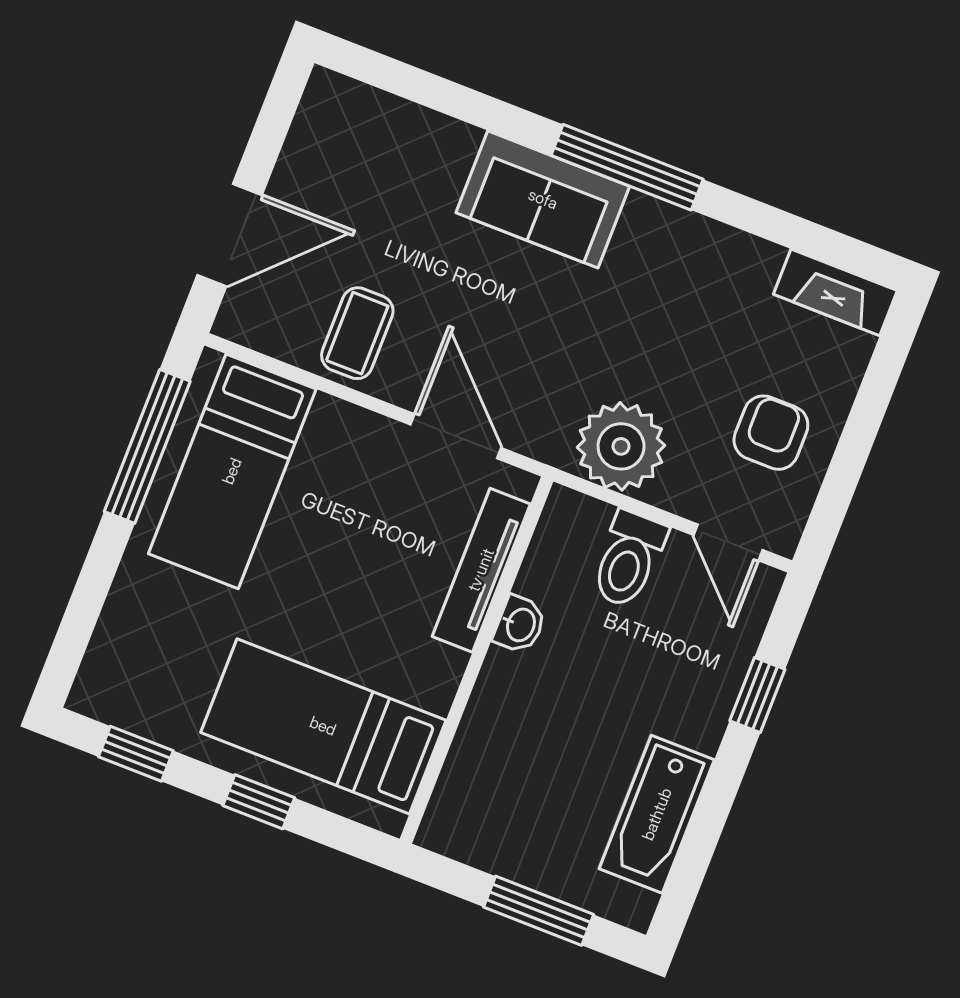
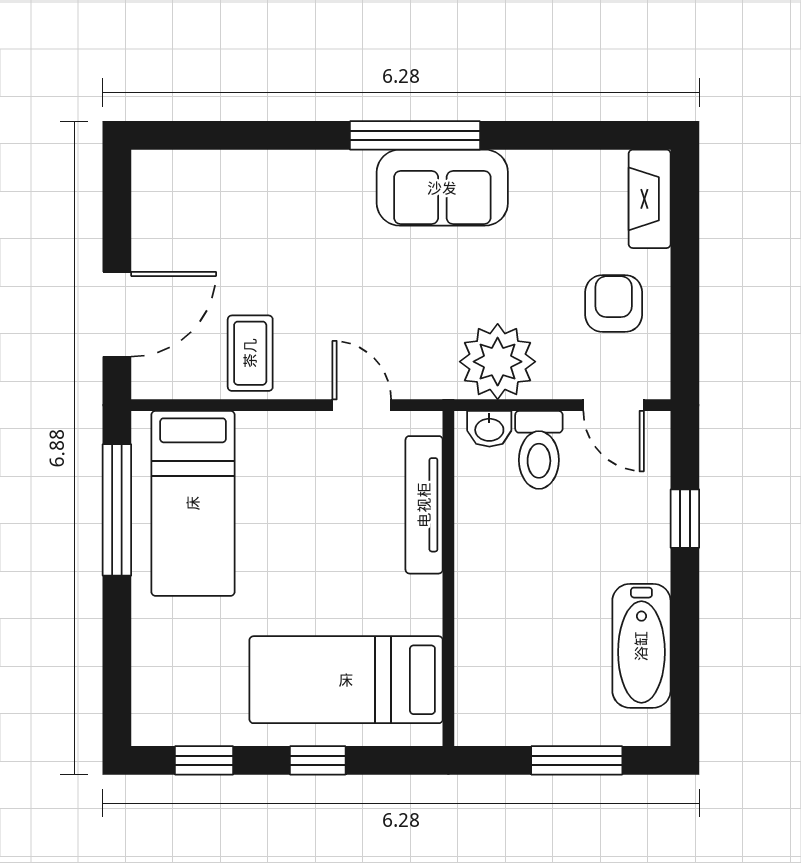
sofa: (543, 199) -> (442, 188), moved
fireplace: (835, 292) -> (650, 199), moved, turned 90
door: (456, 436) -> (362, 405), width x0.73
washbasin: (520, 624) -> (489, 429), moved, turned 90

